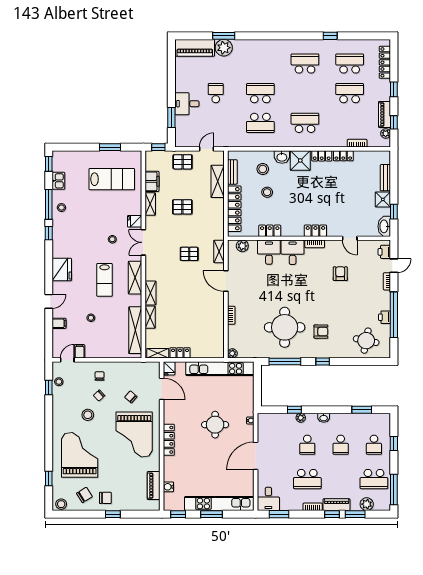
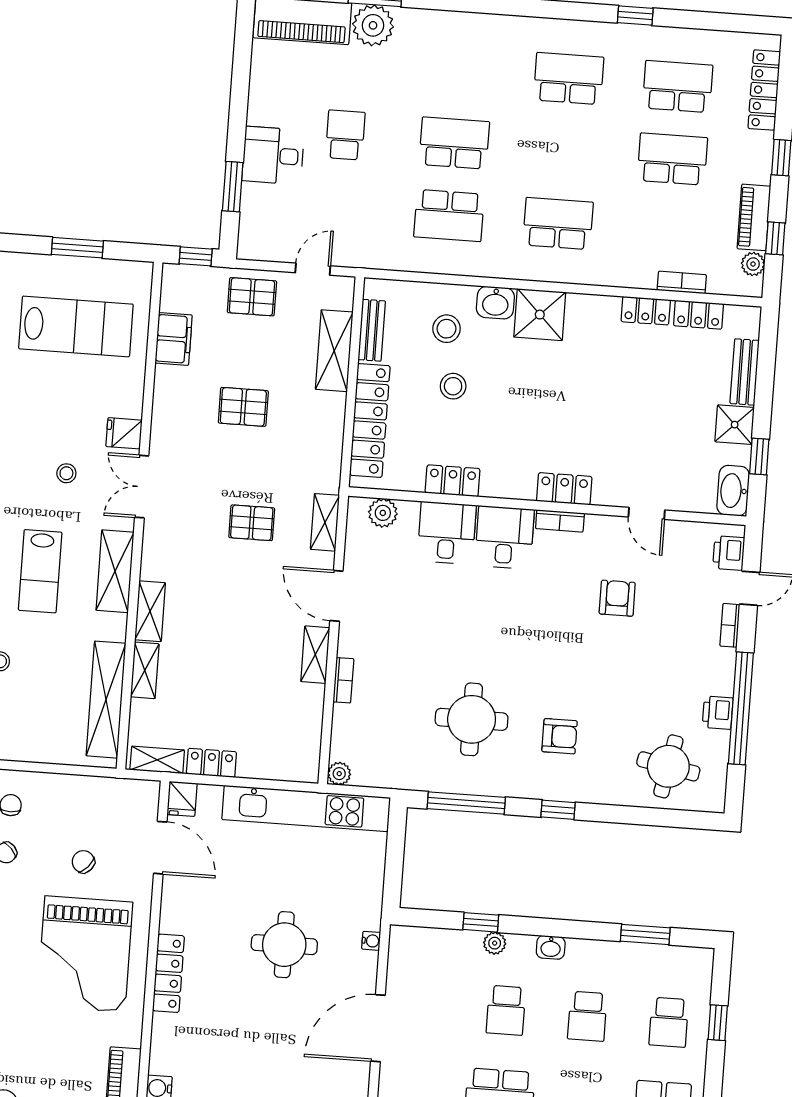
locker: (322, 156) -> (699, 315), moved
shelving: (150, 204) -> (315, 655), moved
round table: (285, 327) -> (472, 719), width x0.73, depth x0.73

